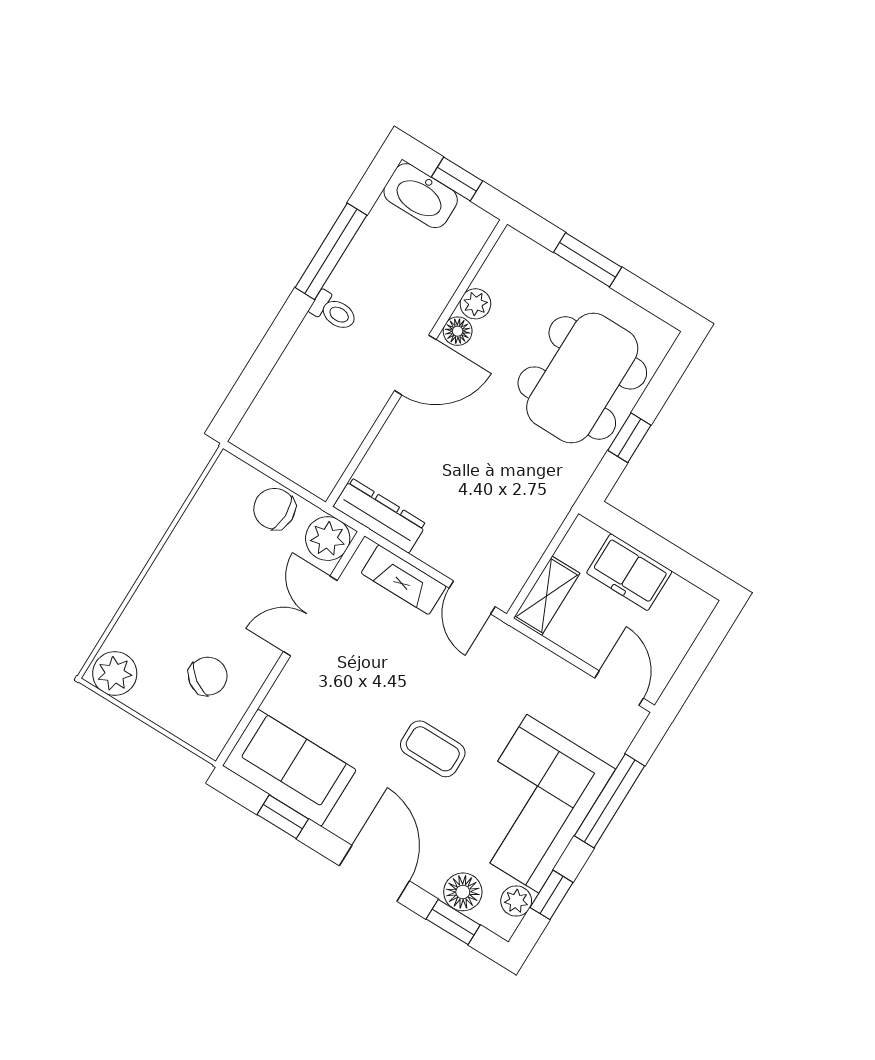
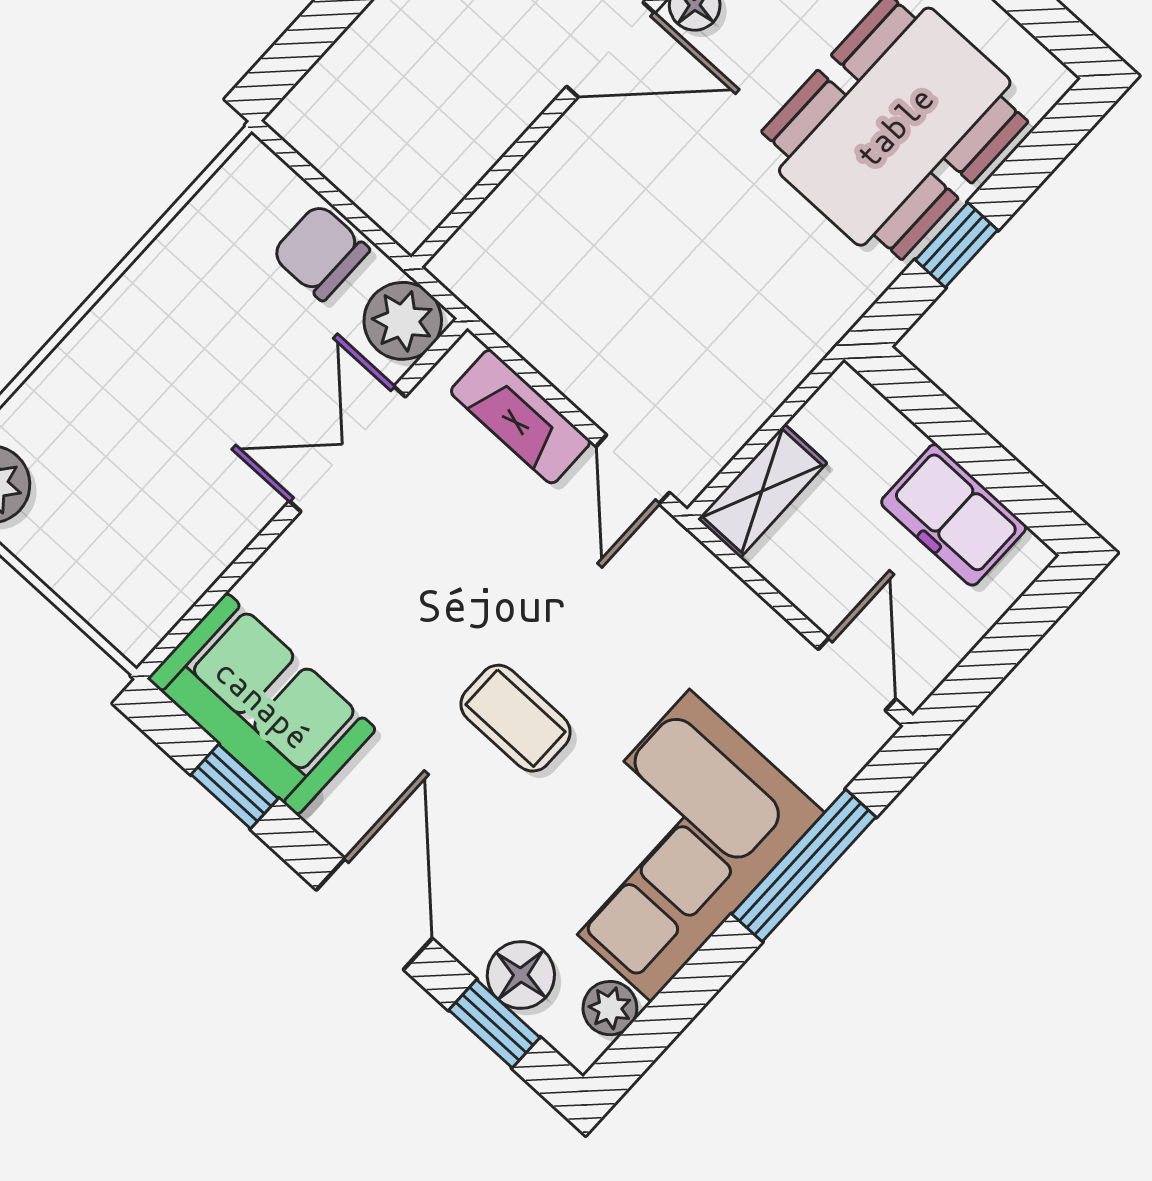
dresser: (380, 515) -> (500, 298), removed
freezer: (629, 572) -> (954, 515), moved
chair: (208, 676) -> (151, 519), removed
window: (551, 895) -> (673, 1009), removed

